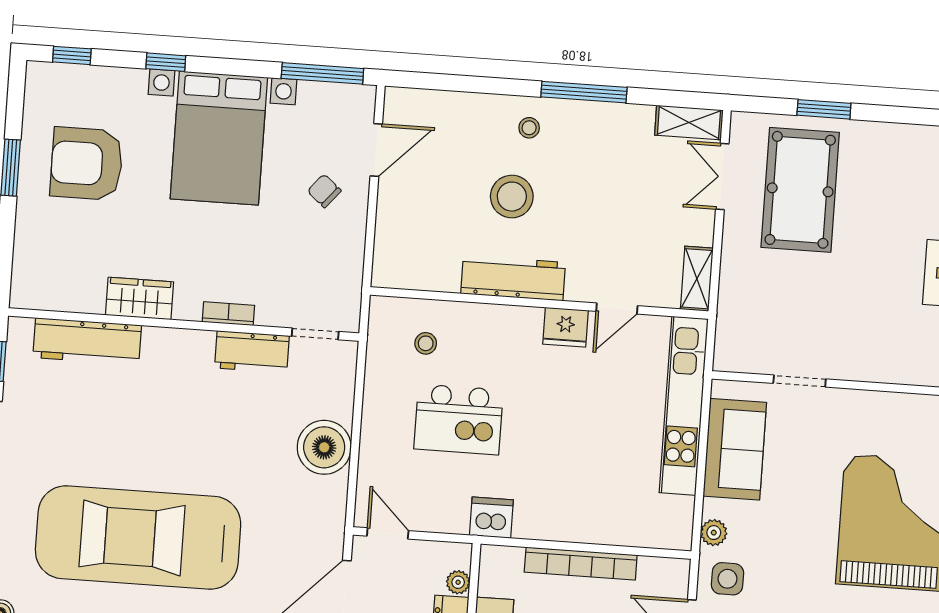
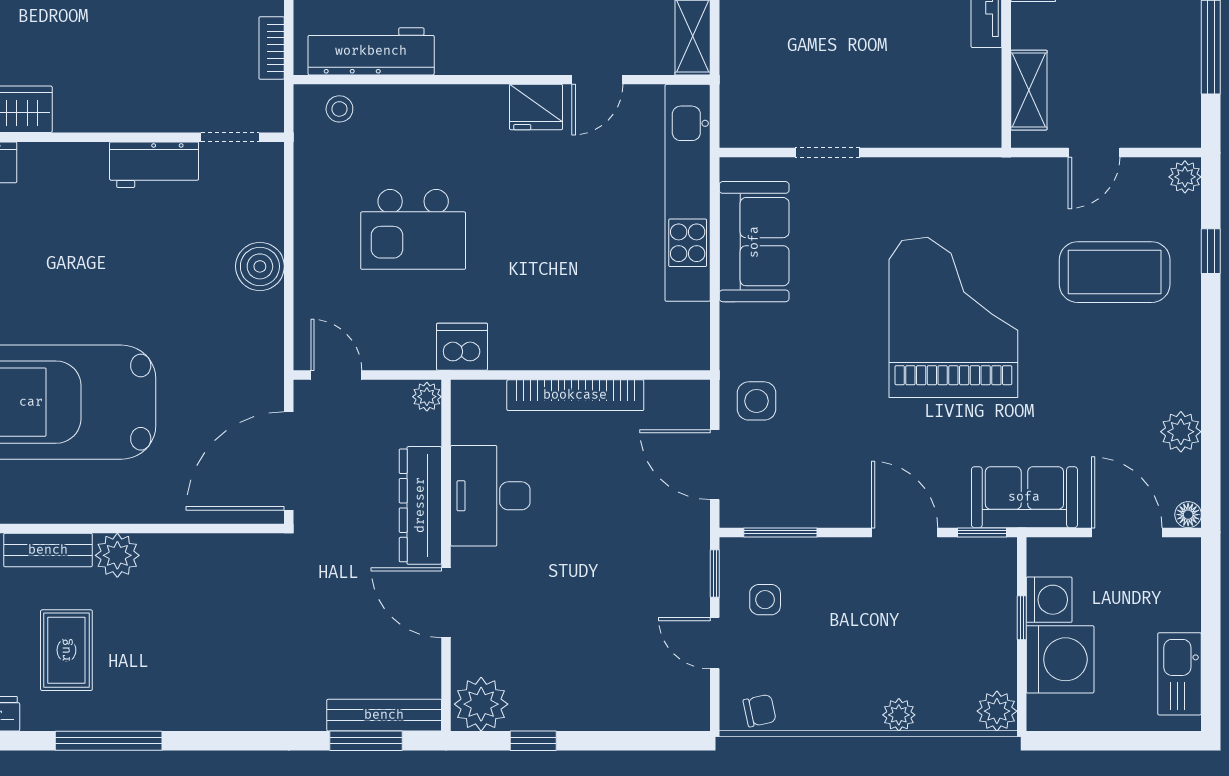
workbench: (513, 278) -> (371, 51), moved
bookcase: (228, 314) -> (272, 48), moved, turned -90
stool: (426, 343) -> (339, 109), moved
boiler: (324, 447) -> (260, 266), width x0.73, depth x0.73
plant: (714, 533) -> (736, 346), removed
plant: (458, 582) -> (427, 397), moved

